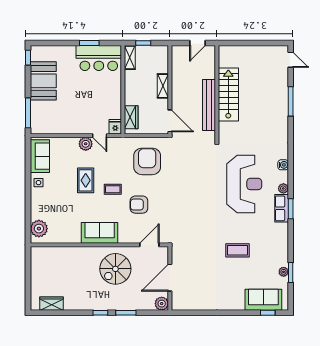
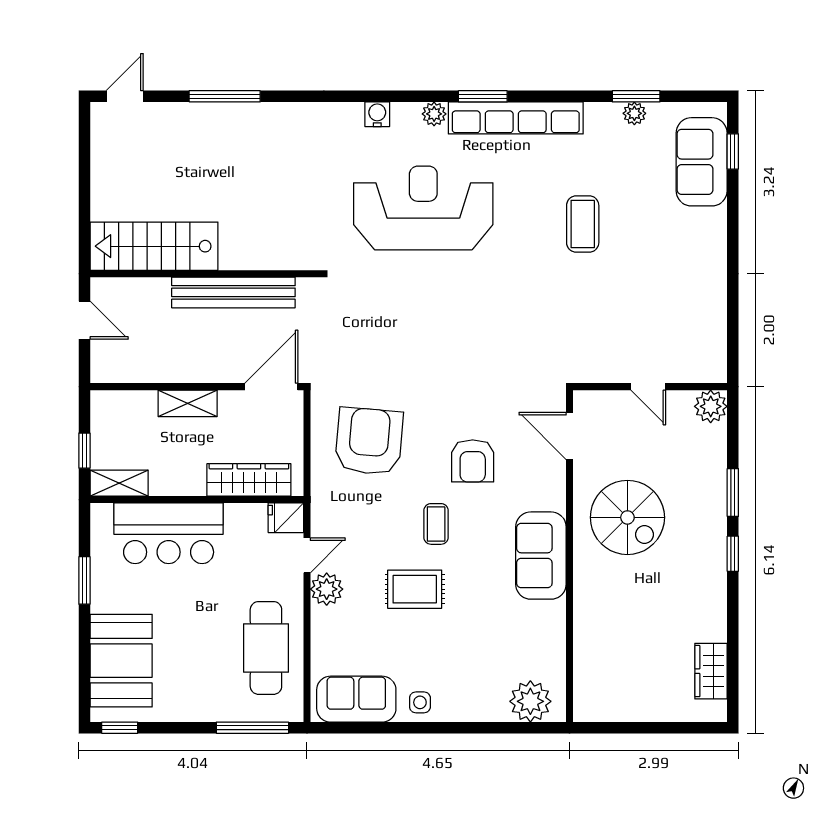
bar counter: (99, 58) -> (169, 533), moved, turned 90
booth: (43, 81) -> (121, 661), moved, turned 90
stairs: (228, 94) -> (154, 246), moved
wardrobe: (131, 117) -> (249, 480), width x1.50
cafe table: (61, 119) -> (266, 648), added
armchair: (147, 161) -> (369, 441), turned 95
row of seats: (282, 208) -> (516, 118), width x2.02
door: (170, 278) -> (648, 387), width x0.53

